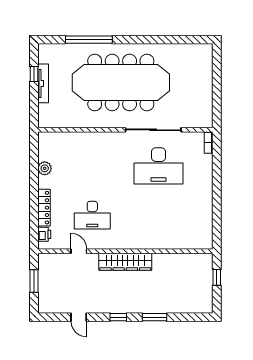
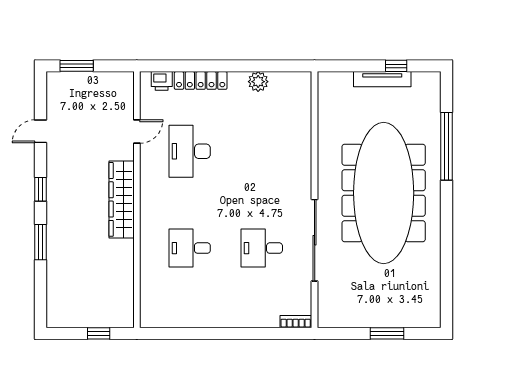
window: (217, 80) -> (387, 333), added
desk: (158, 166) -> (262, 248), width x0.53, depth x0.77
desk: (158, 215) -> (190, 248), added
window: (34, 281) -> (77, 66), moved

